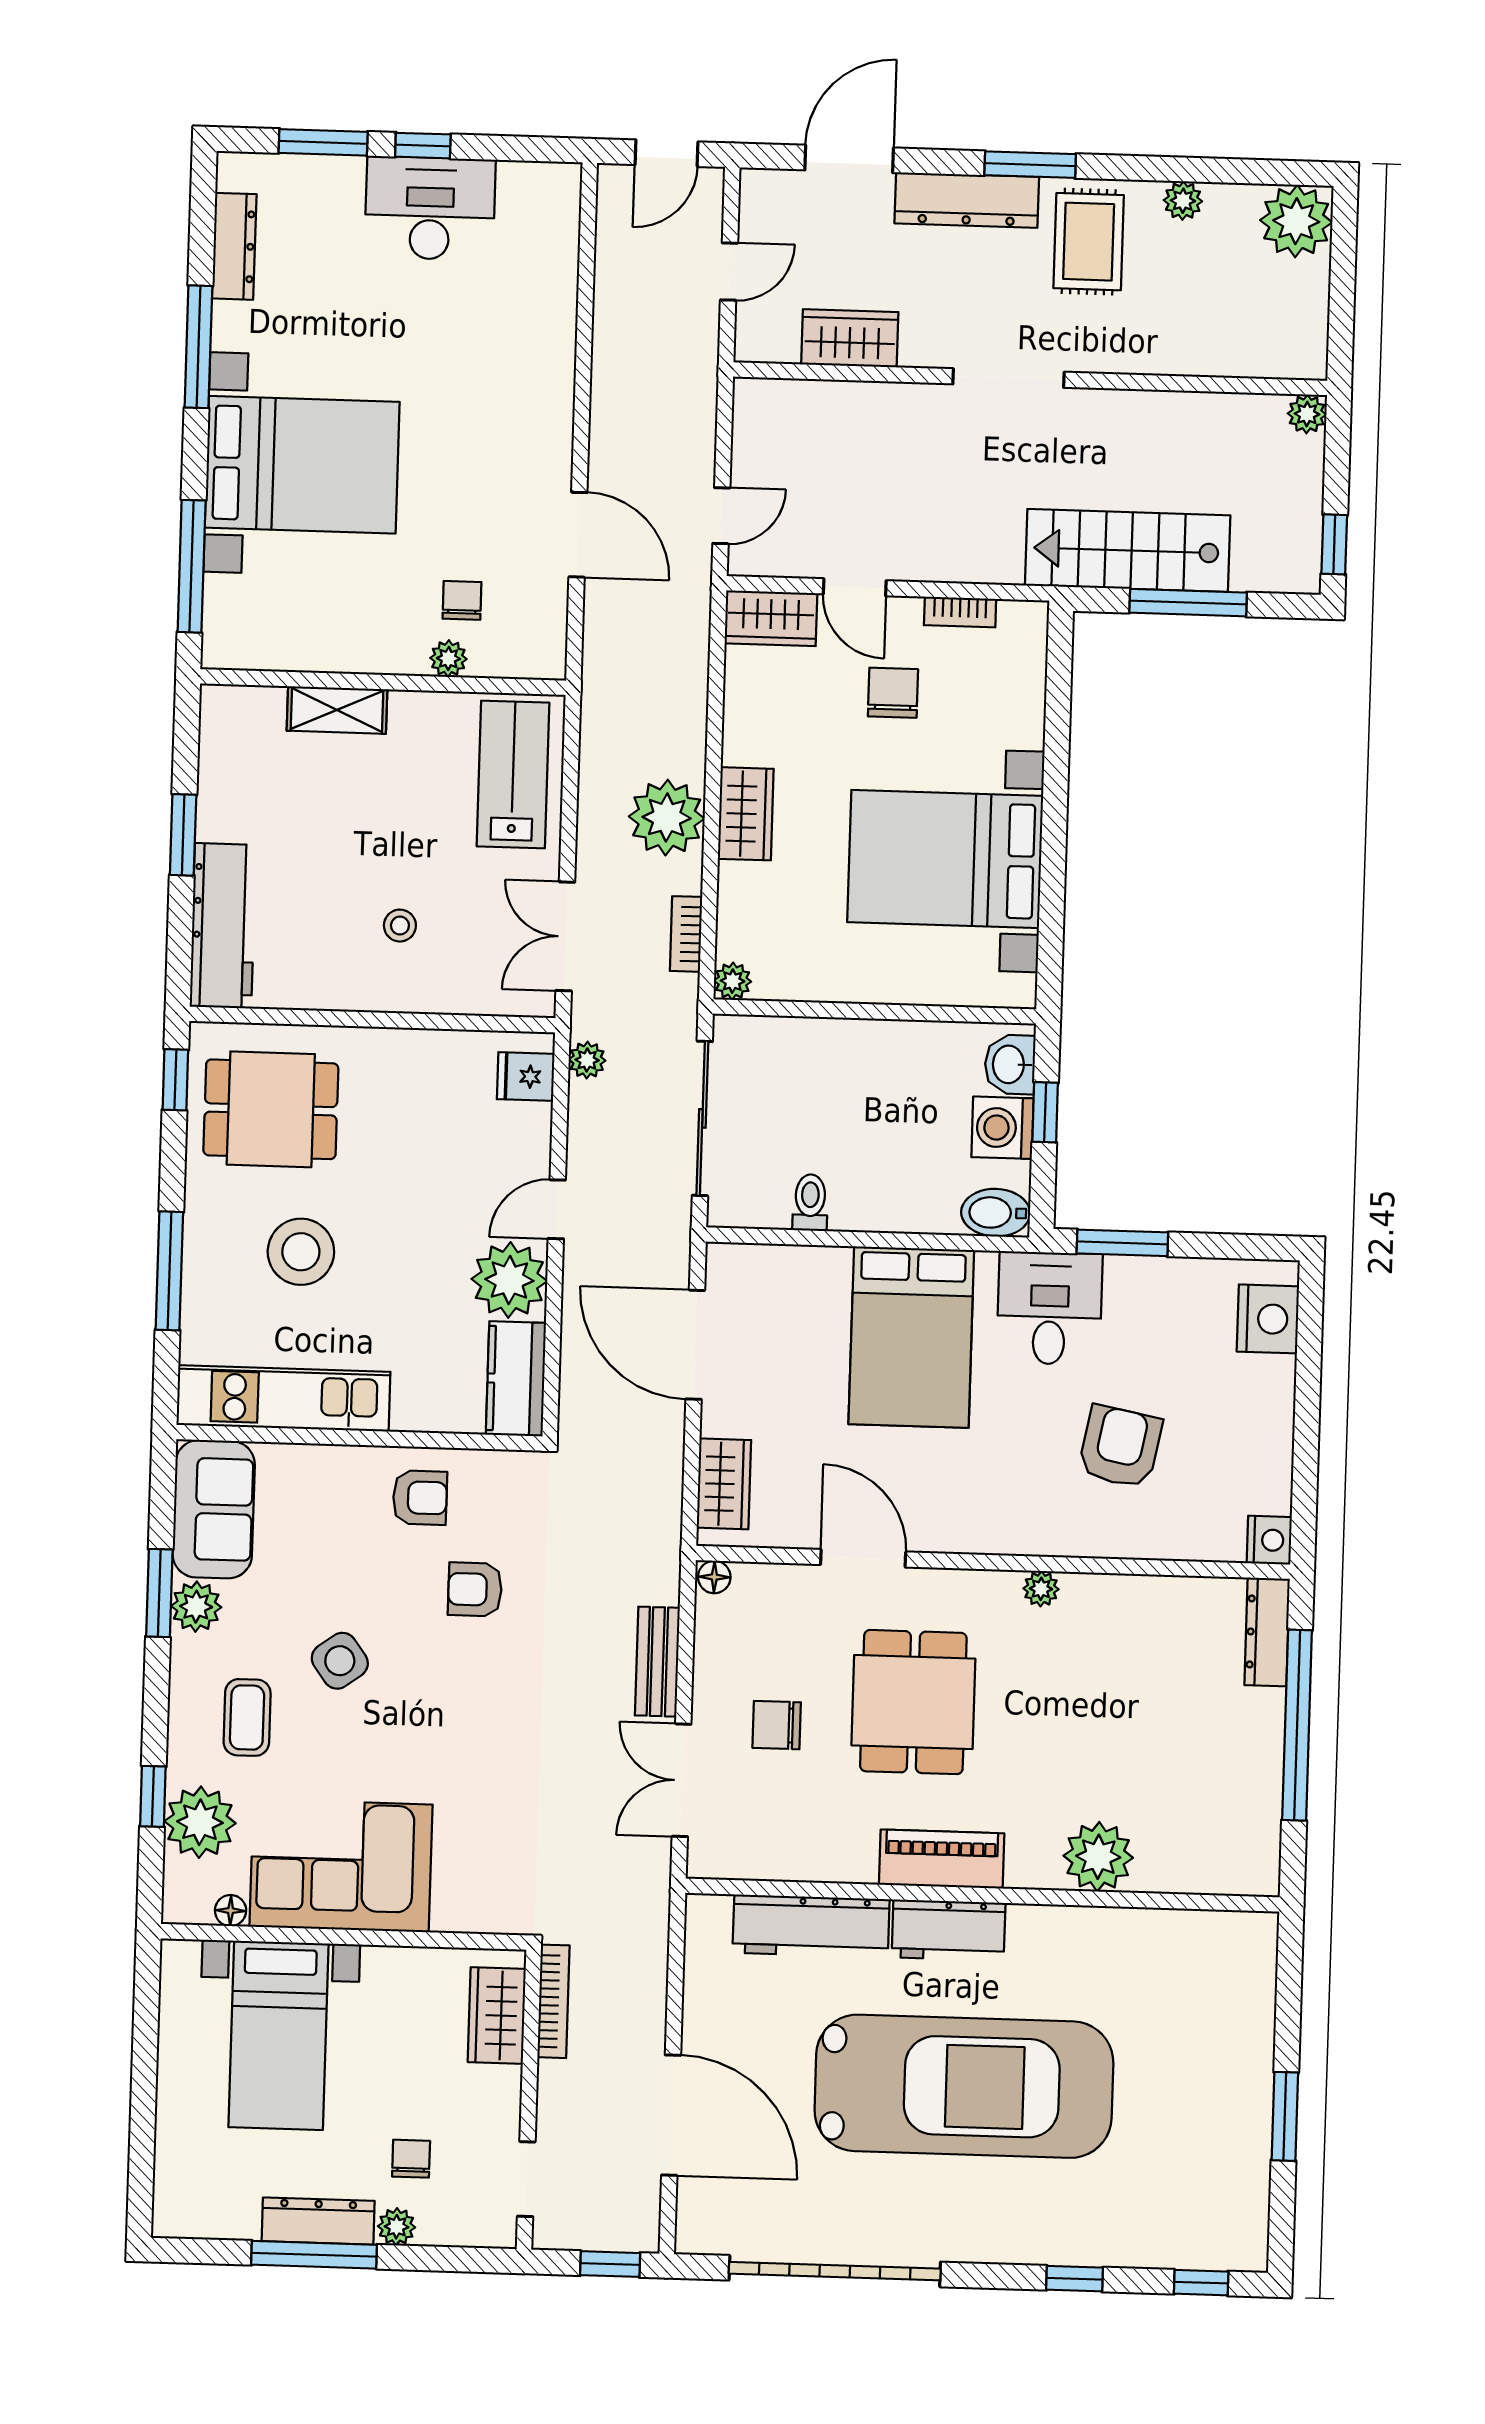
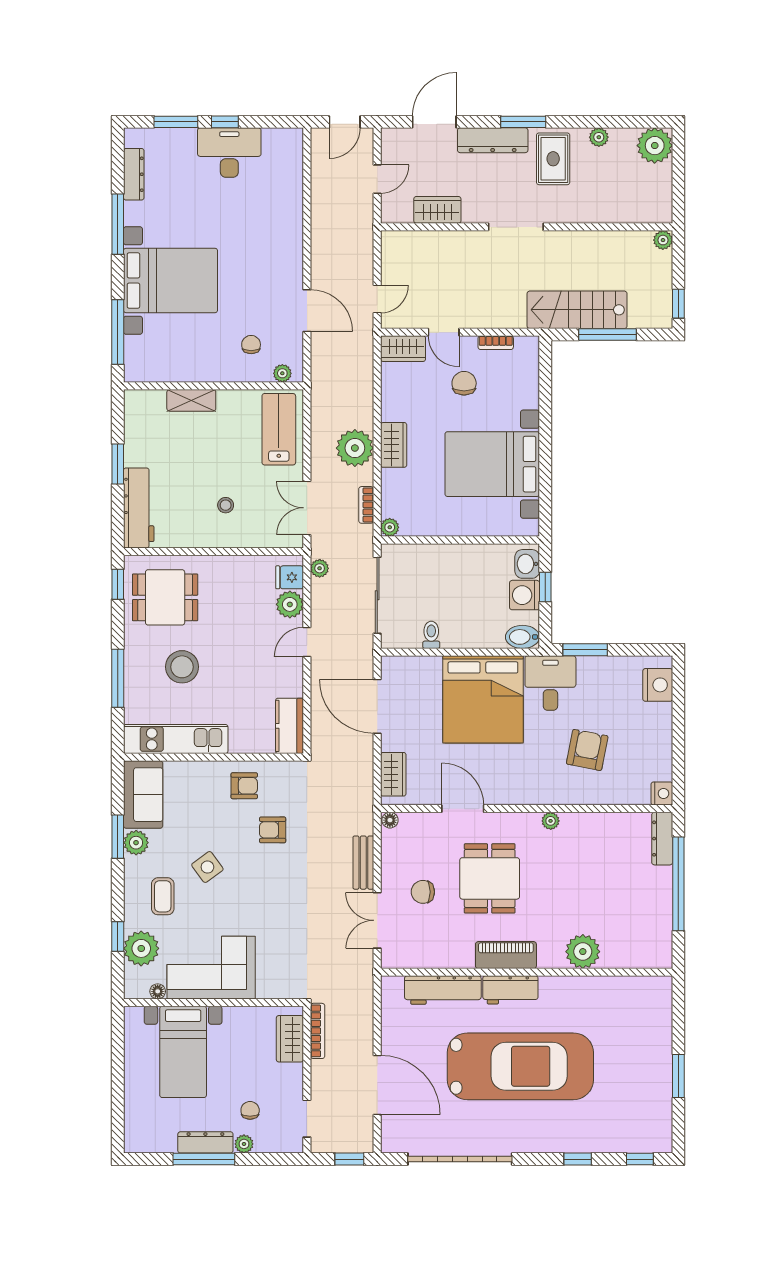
plant: (448, 658) -> (282, 373), moved
plant: (509, 1280) -> (290, 604), moved, width x0.73, depth x0.73
bed: (911, 1337) -> (483, 699), width x1.36

